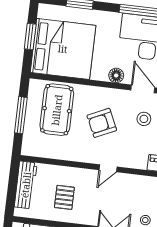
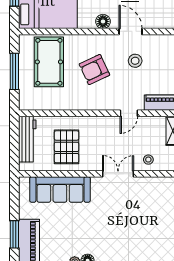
door: (108, 168) -> (129, 113), moved
pallet: (64, 197) -> (67, 147), width x1.50, depth x1.42

